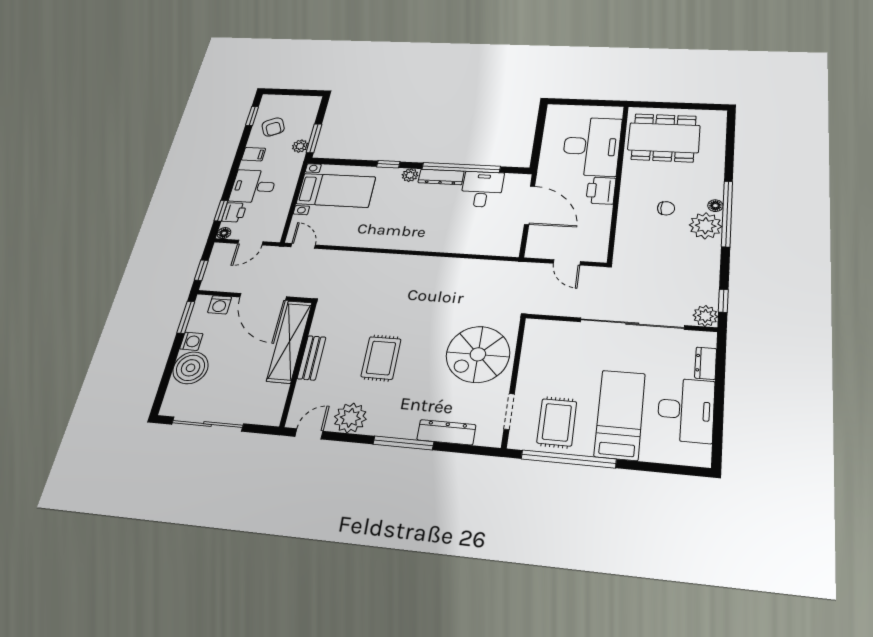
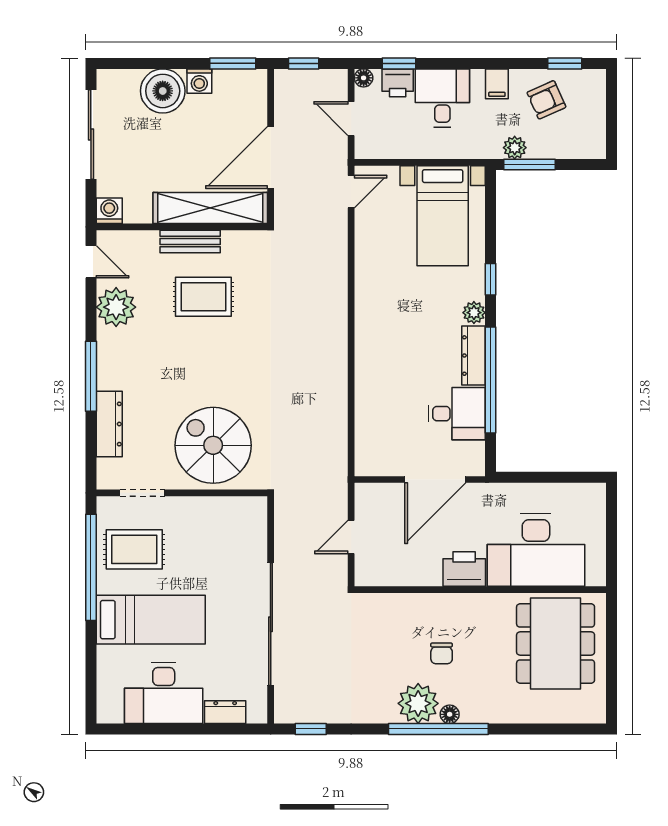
washing machine: (220, 305) -> (109, 211), moved, turned 90
plant: (705, 316) -> (288, 709), removed
rug: (381, 358) -> (203, 297), moved

